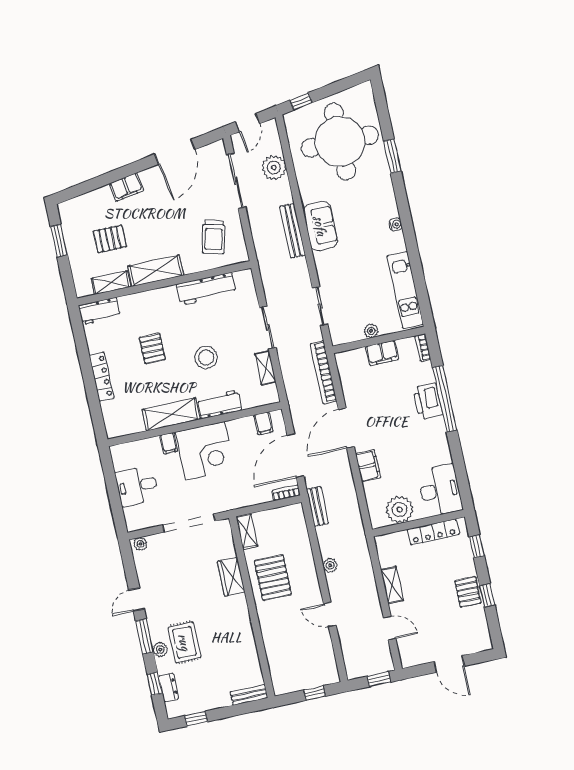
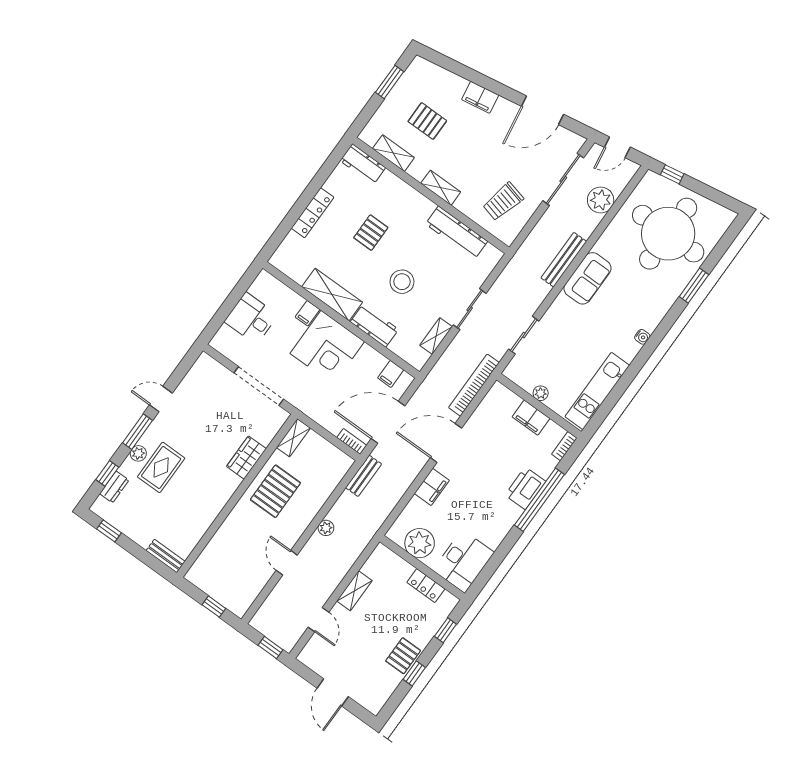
shelving: (156, 271) -> (441, 188), width x0.67, depth x0.75
locker: (433, 532) -> (426, 586), width x0.66
plant: (140, 544) -> (208, 362), removed

